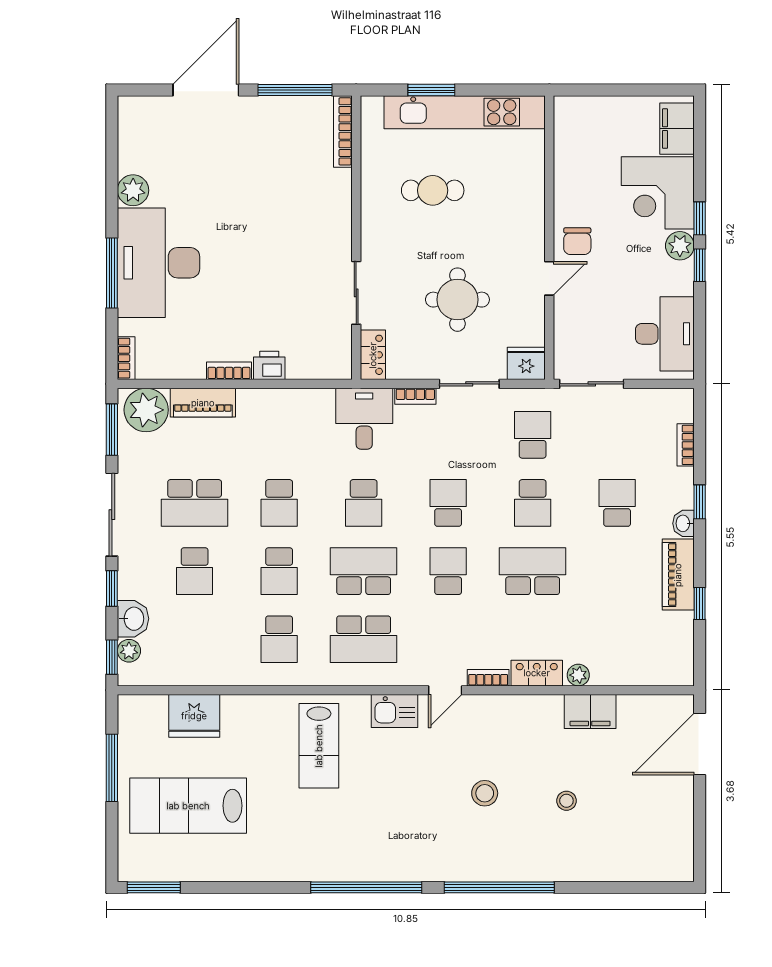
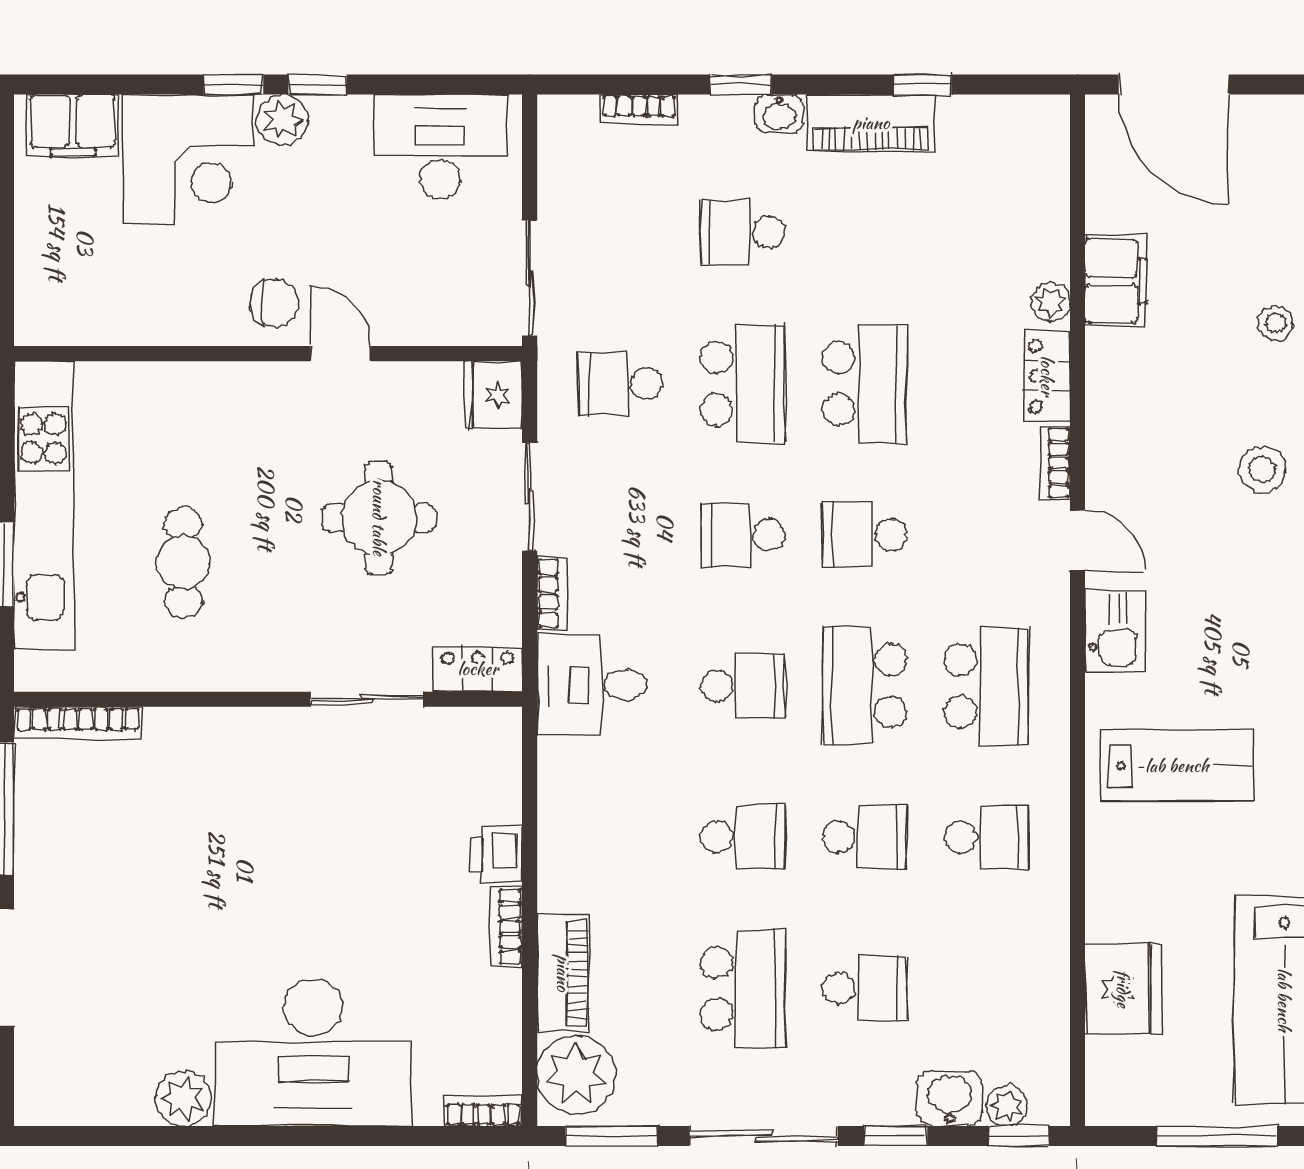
window: (112, 273) -> (331, 1136), removed
school desk: (533, 503) -> (743, 384), width x1.85
school desk: (533, 571) -> (865, 384), turned 180

